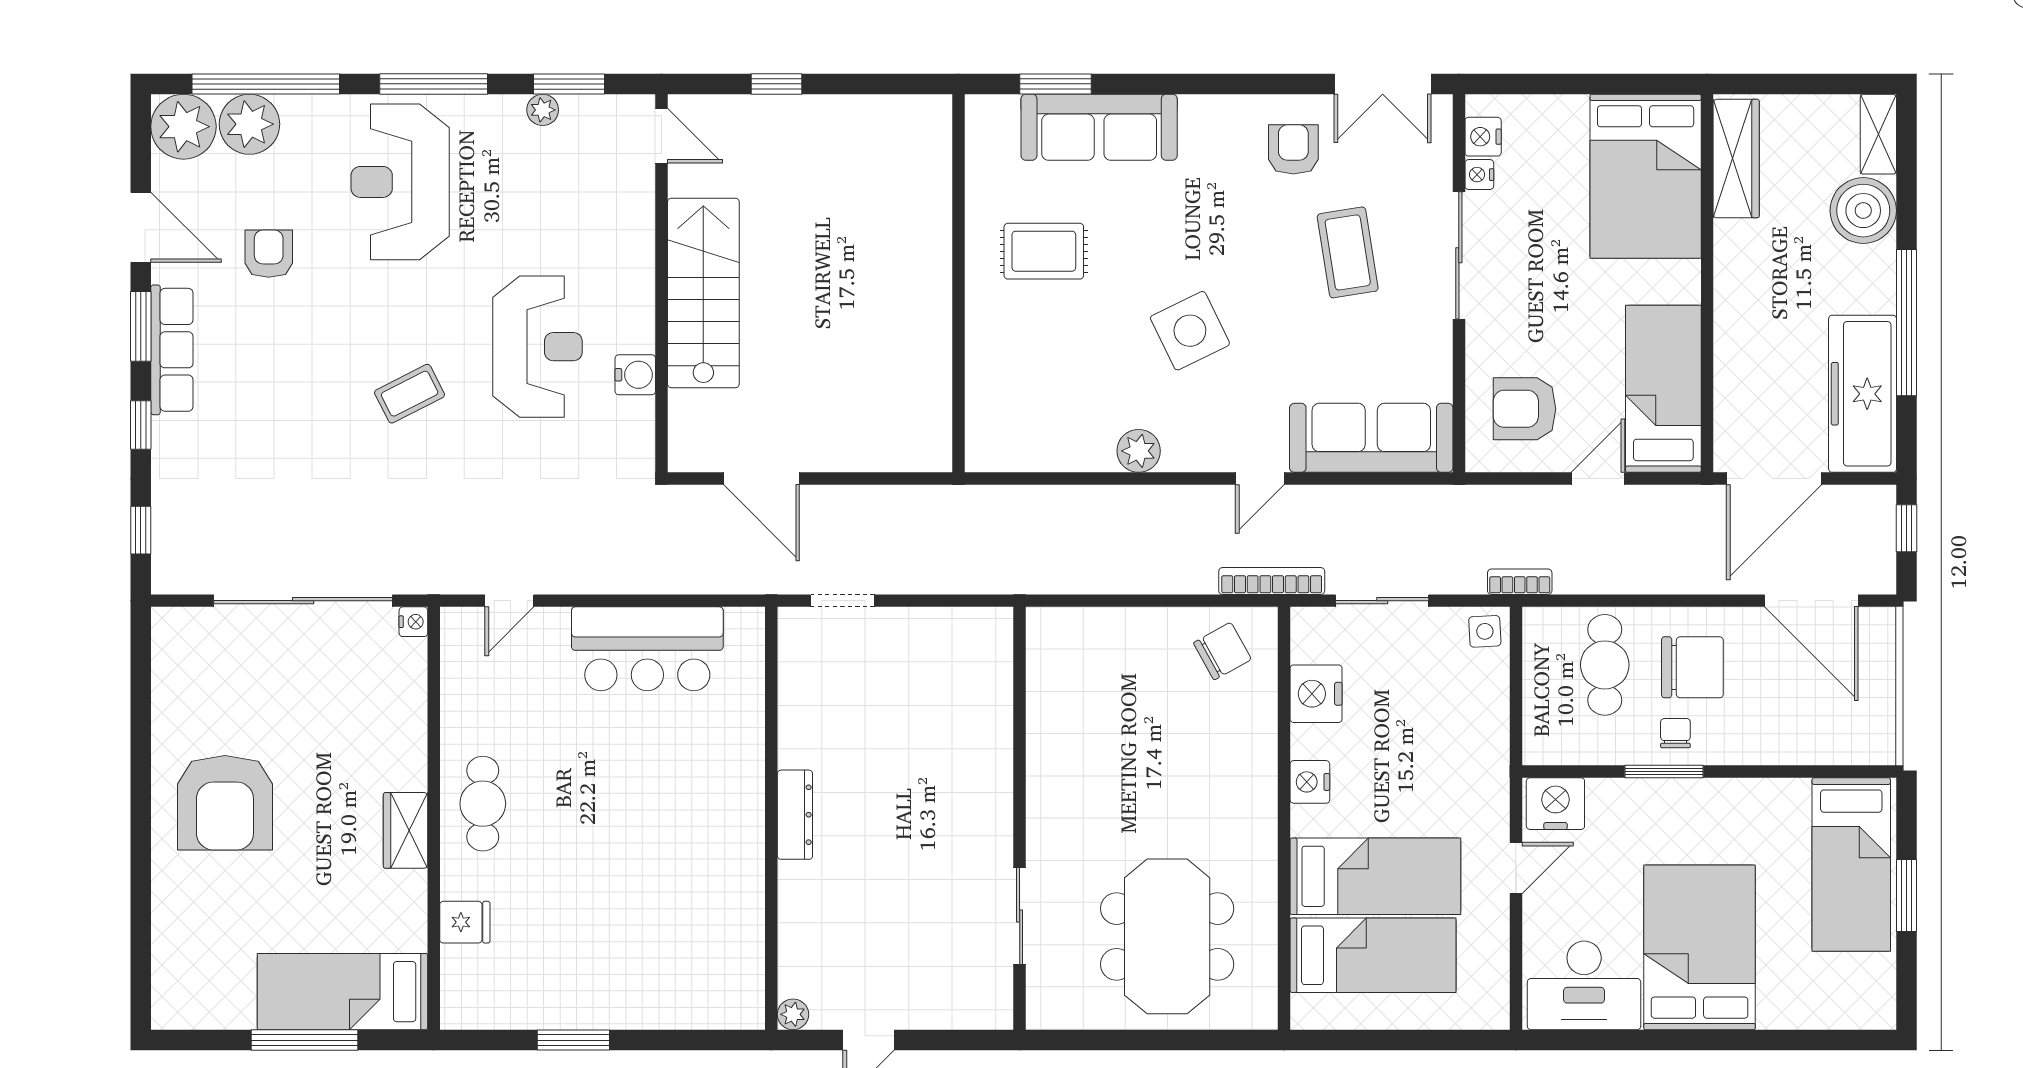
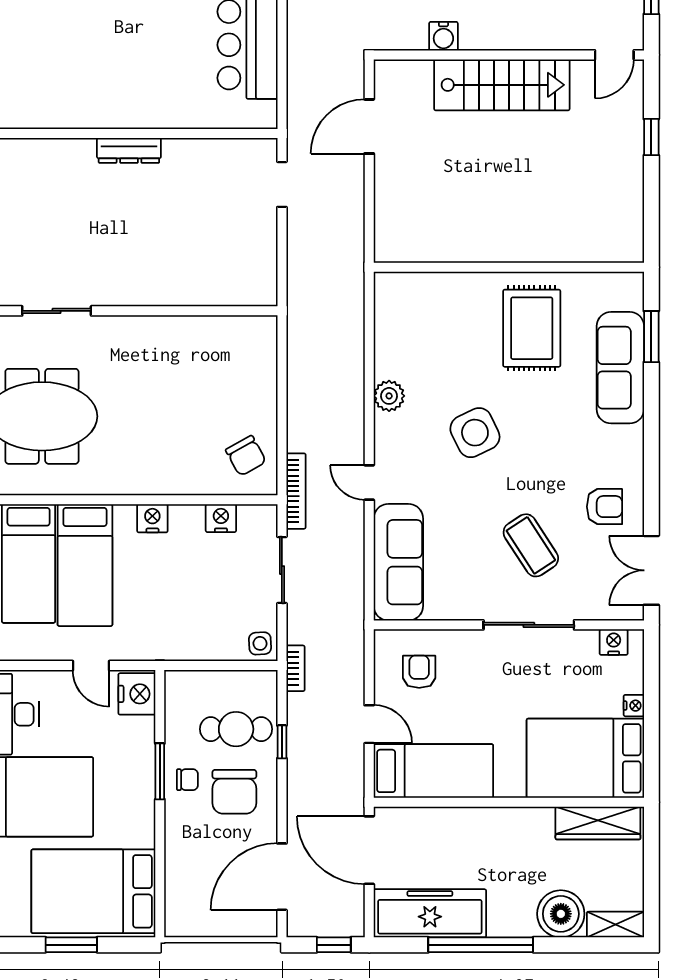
nightstand: (1479, 175) -> (634, 706), moved, turned 90
rug: (1044, 251) -> (532, 328), width x1.36, depth x1.43
coffee table: (1348, 252) -> (531, 545), turned 66
armchair: (1525, 409) -> (419, 672), width x0.72, depth x0.72
window: (1623, 601) -> (282, 742), added
nightstand: (1316, 694) -> (221, 518), width x0.74, depth x0.75
bed: (1851, 865) -> (93, 891), width x1.50

